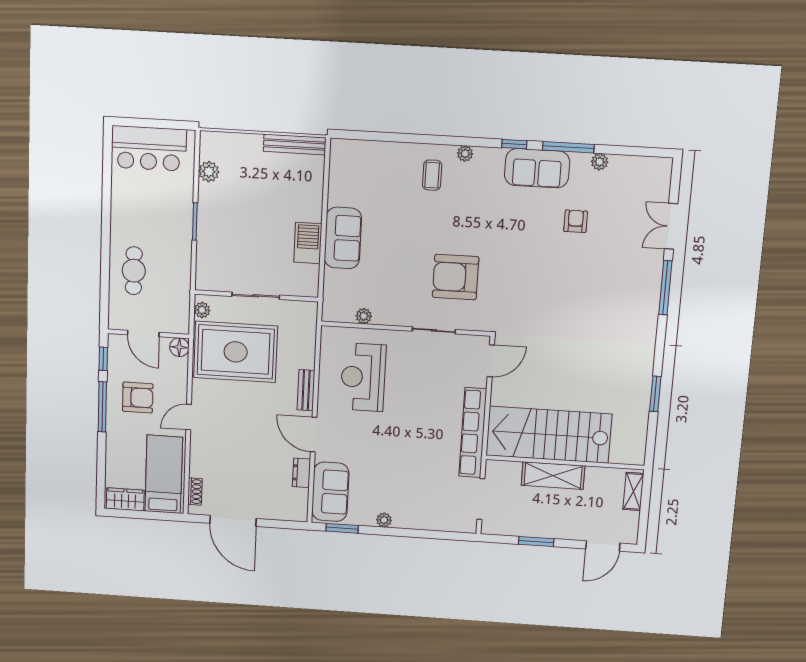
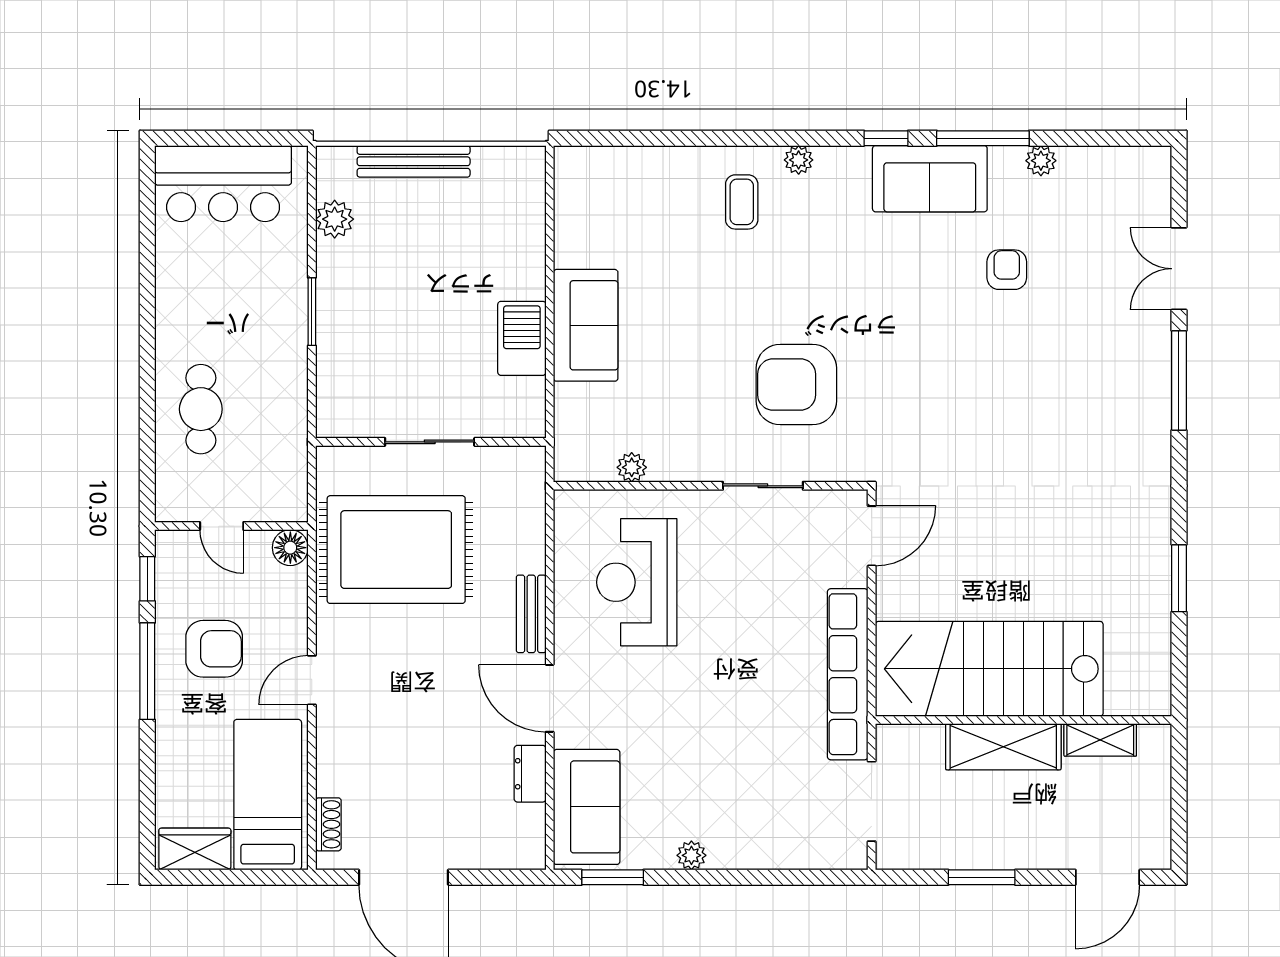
bench: (295, 144) -> (414, 161), moved
plant: (202, 310) -> (331, 475), removed
door: (143, 334) -> (222, 526), width x0.73
shelving: (633, 491) -> (1100, 740), moved, turned 90

